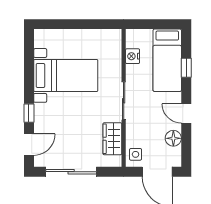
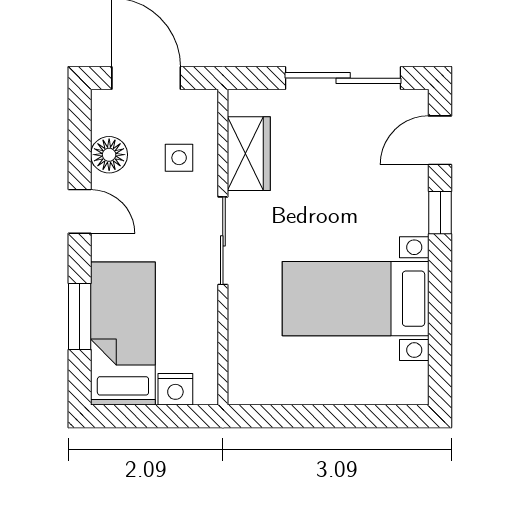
nightstand: (133, 56) -> (175, 389), moved, turned 90
window: (186, 68) -> (80, 317), width x1.50
side table: (136, 154) -> (179, 158), moved

